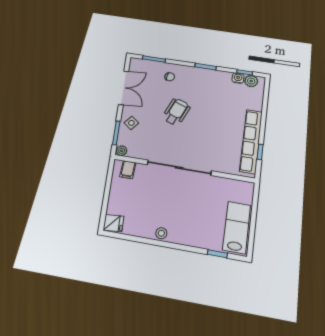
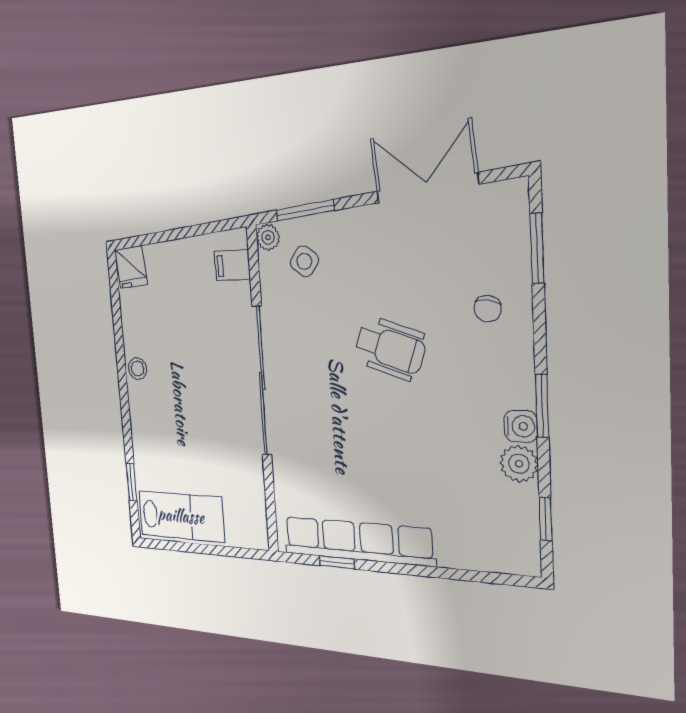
water cooler: (238, 78) -> (521, 426), moved
plant: (251, 81) -> (519, 464), moved
double door: (124, 88) -> (427, 188), swing flipped
side table: (131, 123) -> (304, 261), moved

